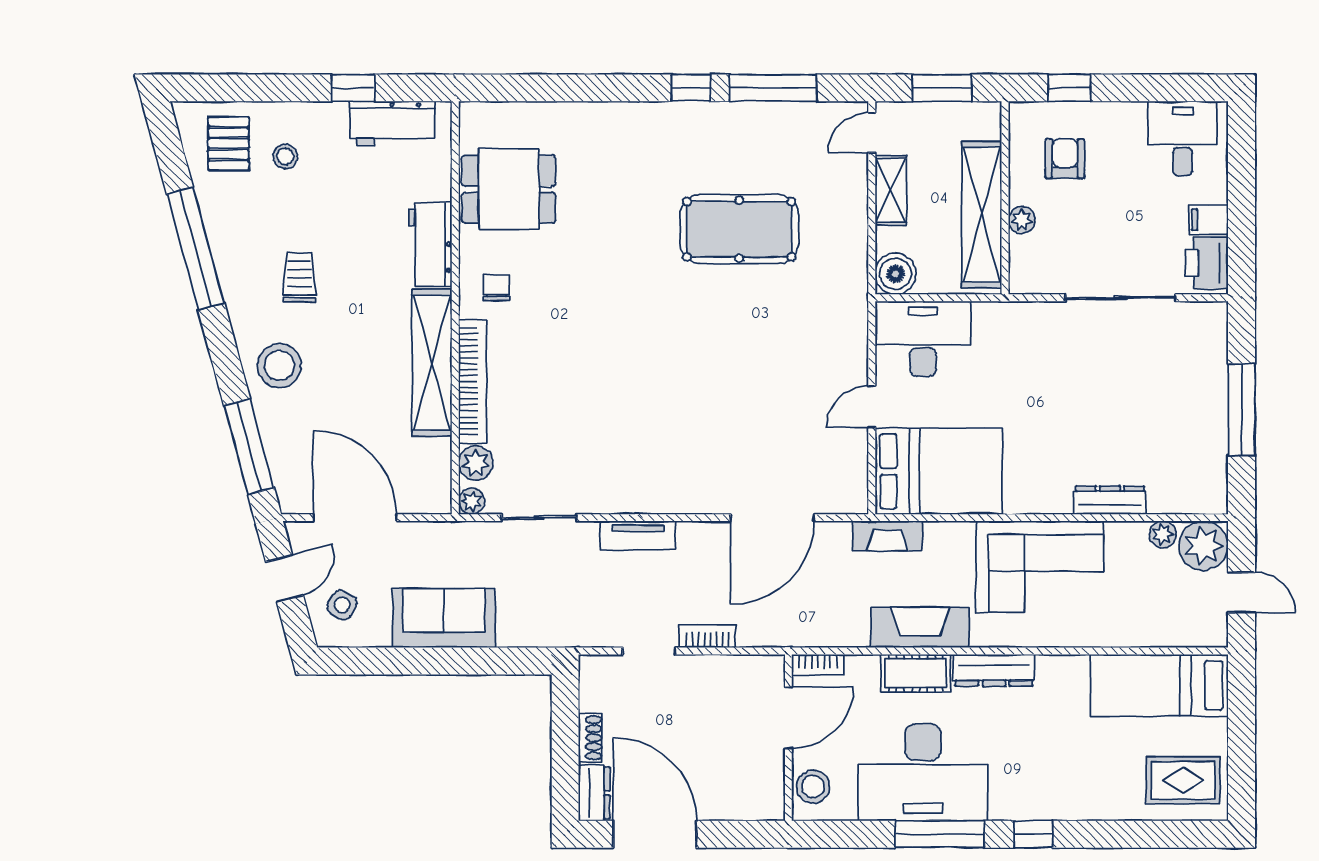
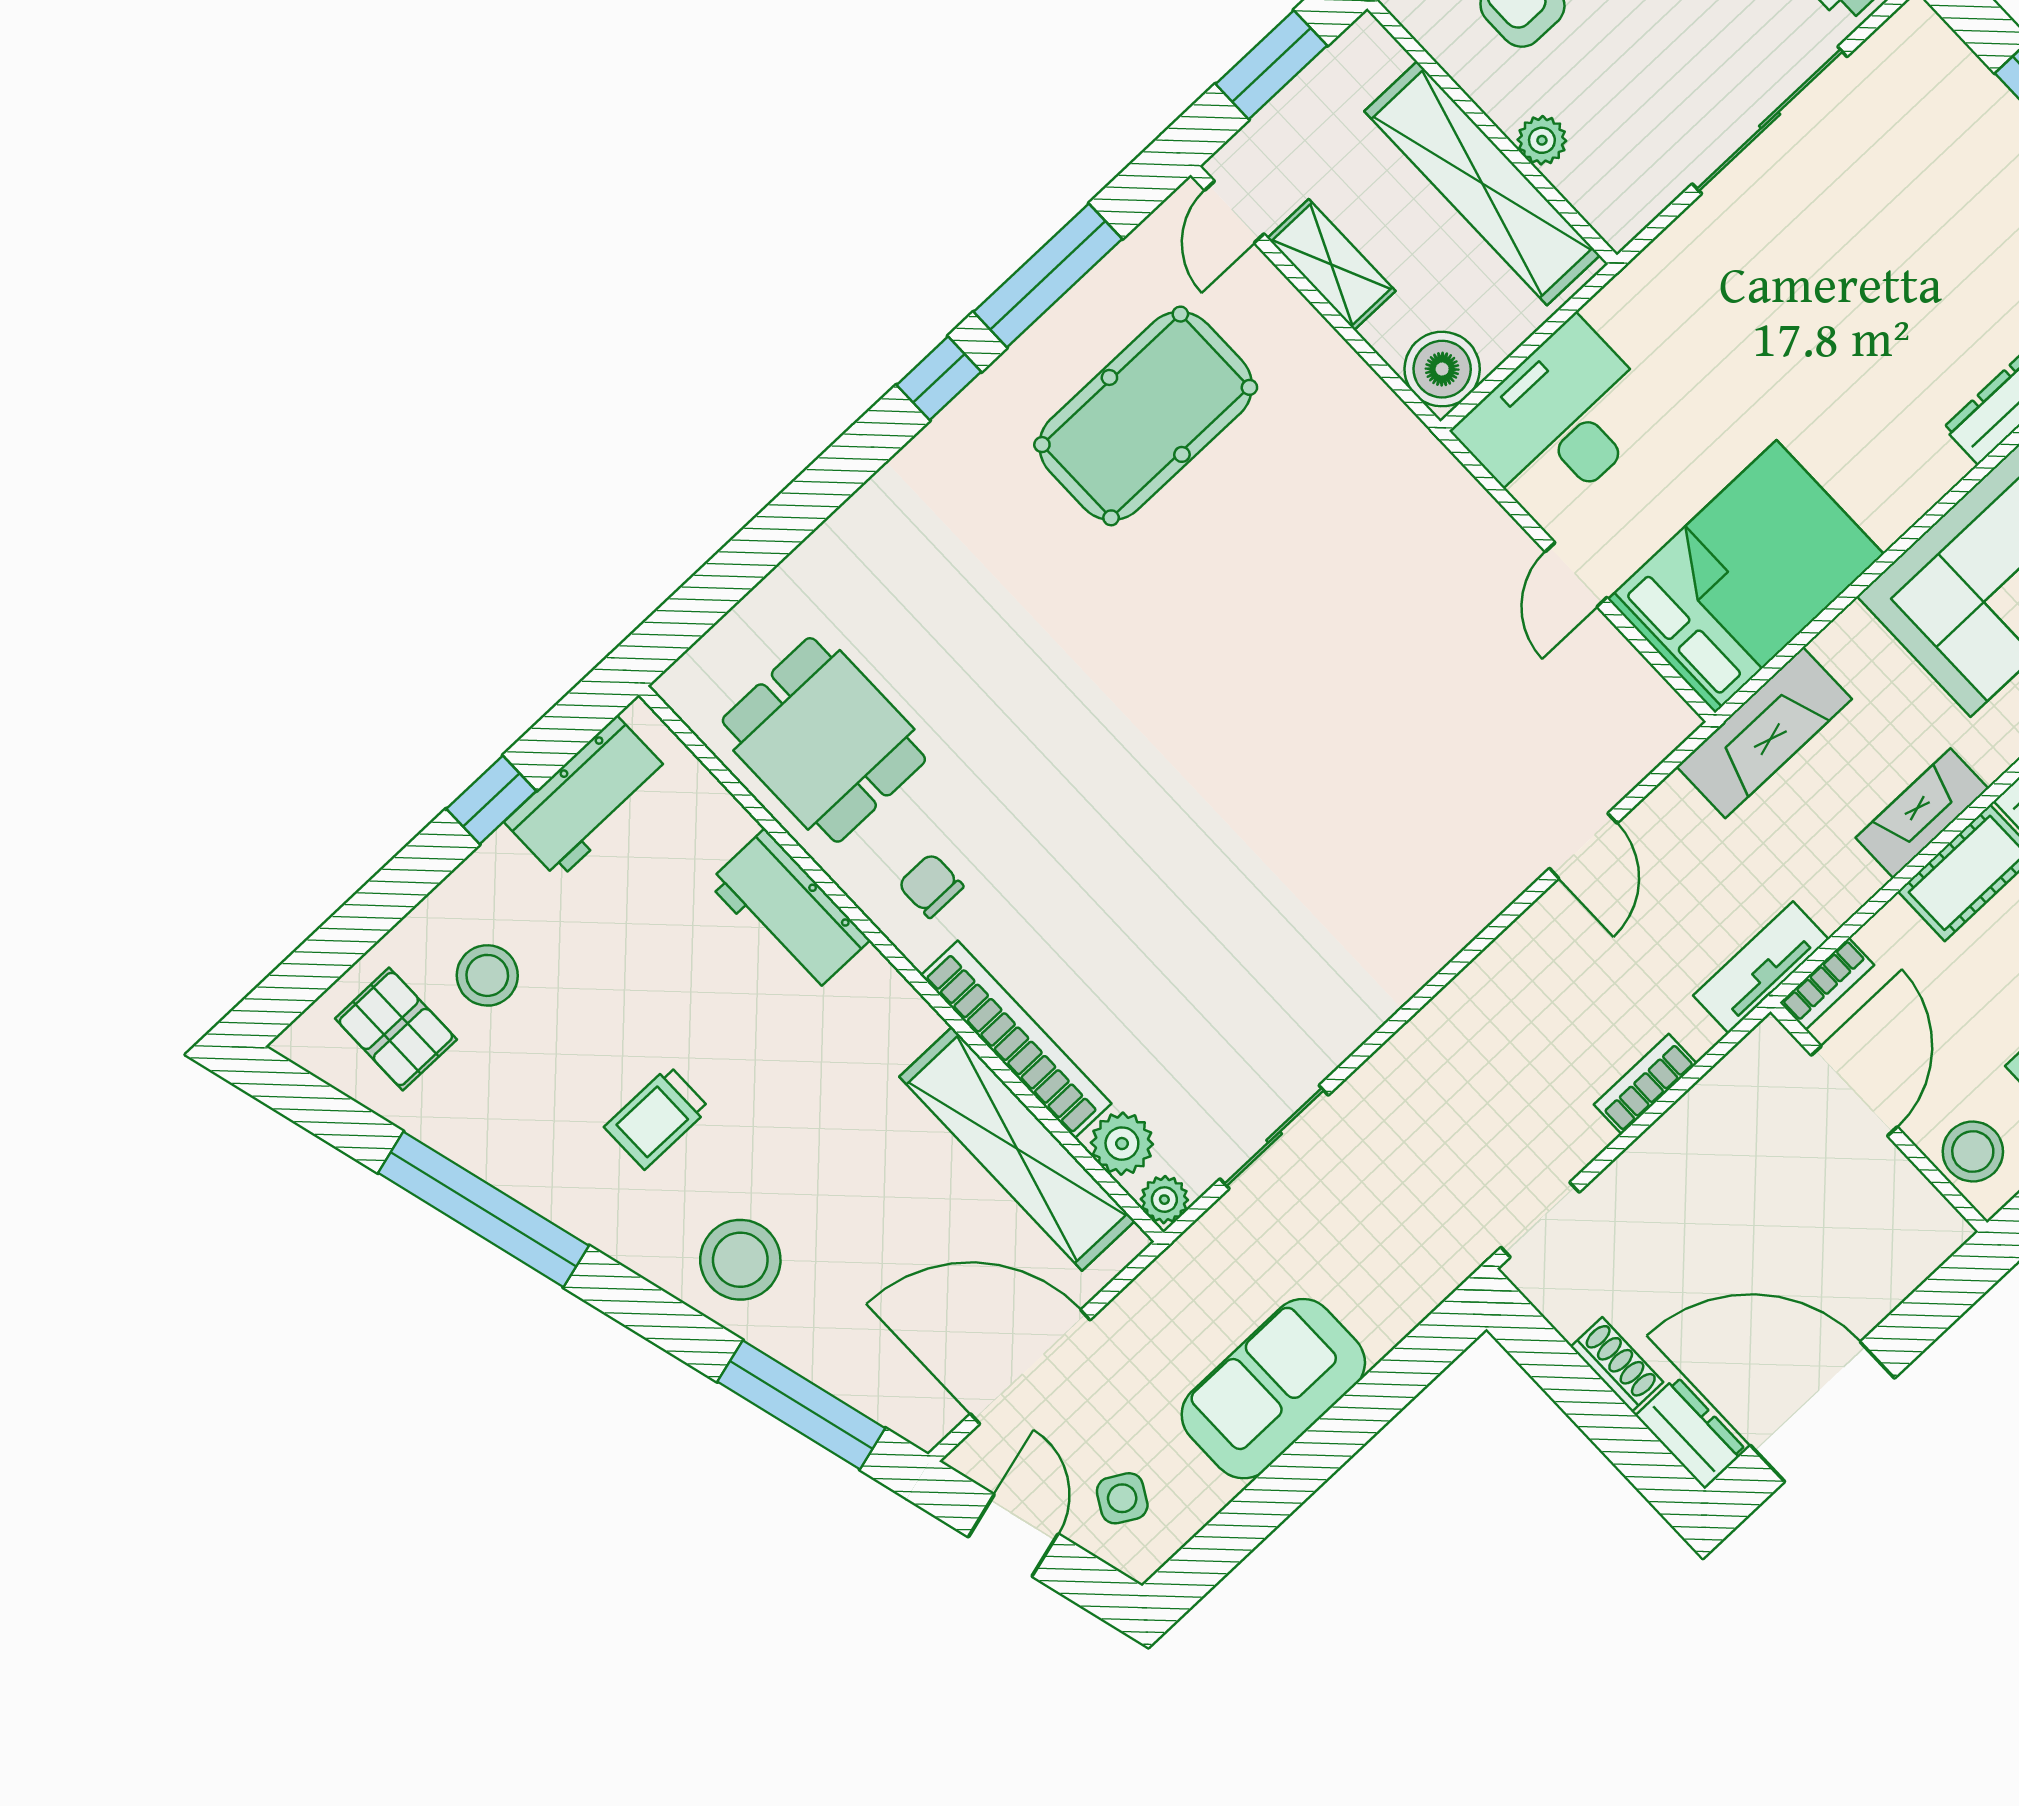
stool: (285, 156) -> (487, 975), width x1.37, depth x1.37
dining table: (509, 189) -> (824, 740), turned 90
pool table: (739, 229) -> (1146, 416), moved
trolley: (299, 277) -> (657, 1118), turned -90
shelving: (432, 363) -> (1017, 1149), moved
door: (772, 518) -> (1583, 846), width x0.53
tv unit: (638, 535) -> (1761, 967), moved, turned 180
fireplace: (887, 536) -> (1764, 733), width x1.37, depth x1.32
fireplace: (920, 627) -> (1922, 813), width x0.73, depth x0.76
doorway: (649, 651) -> (1540, 1220), moved

